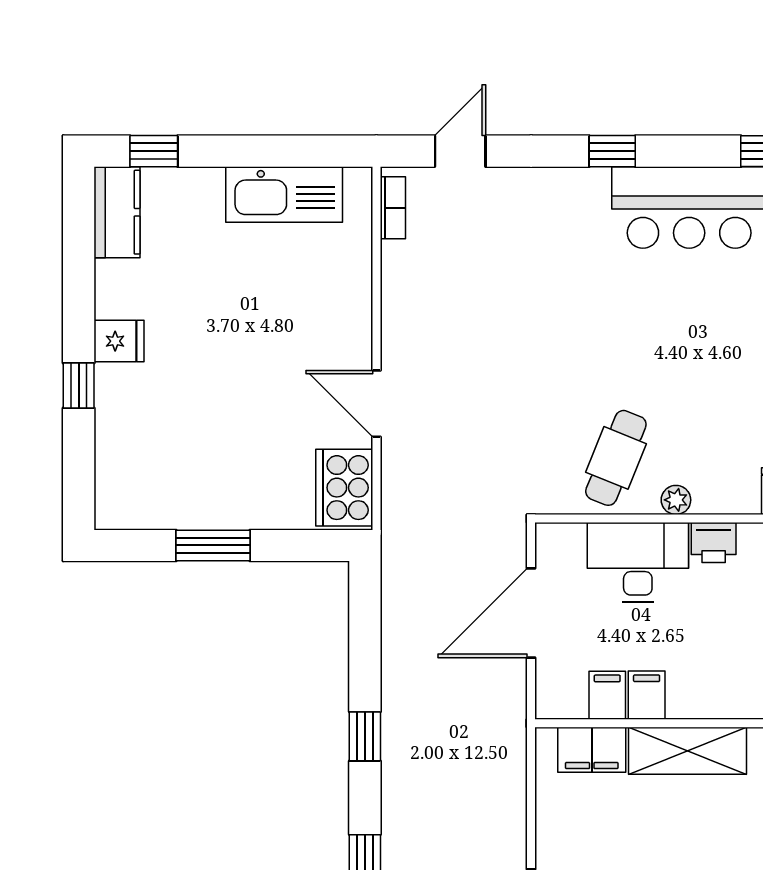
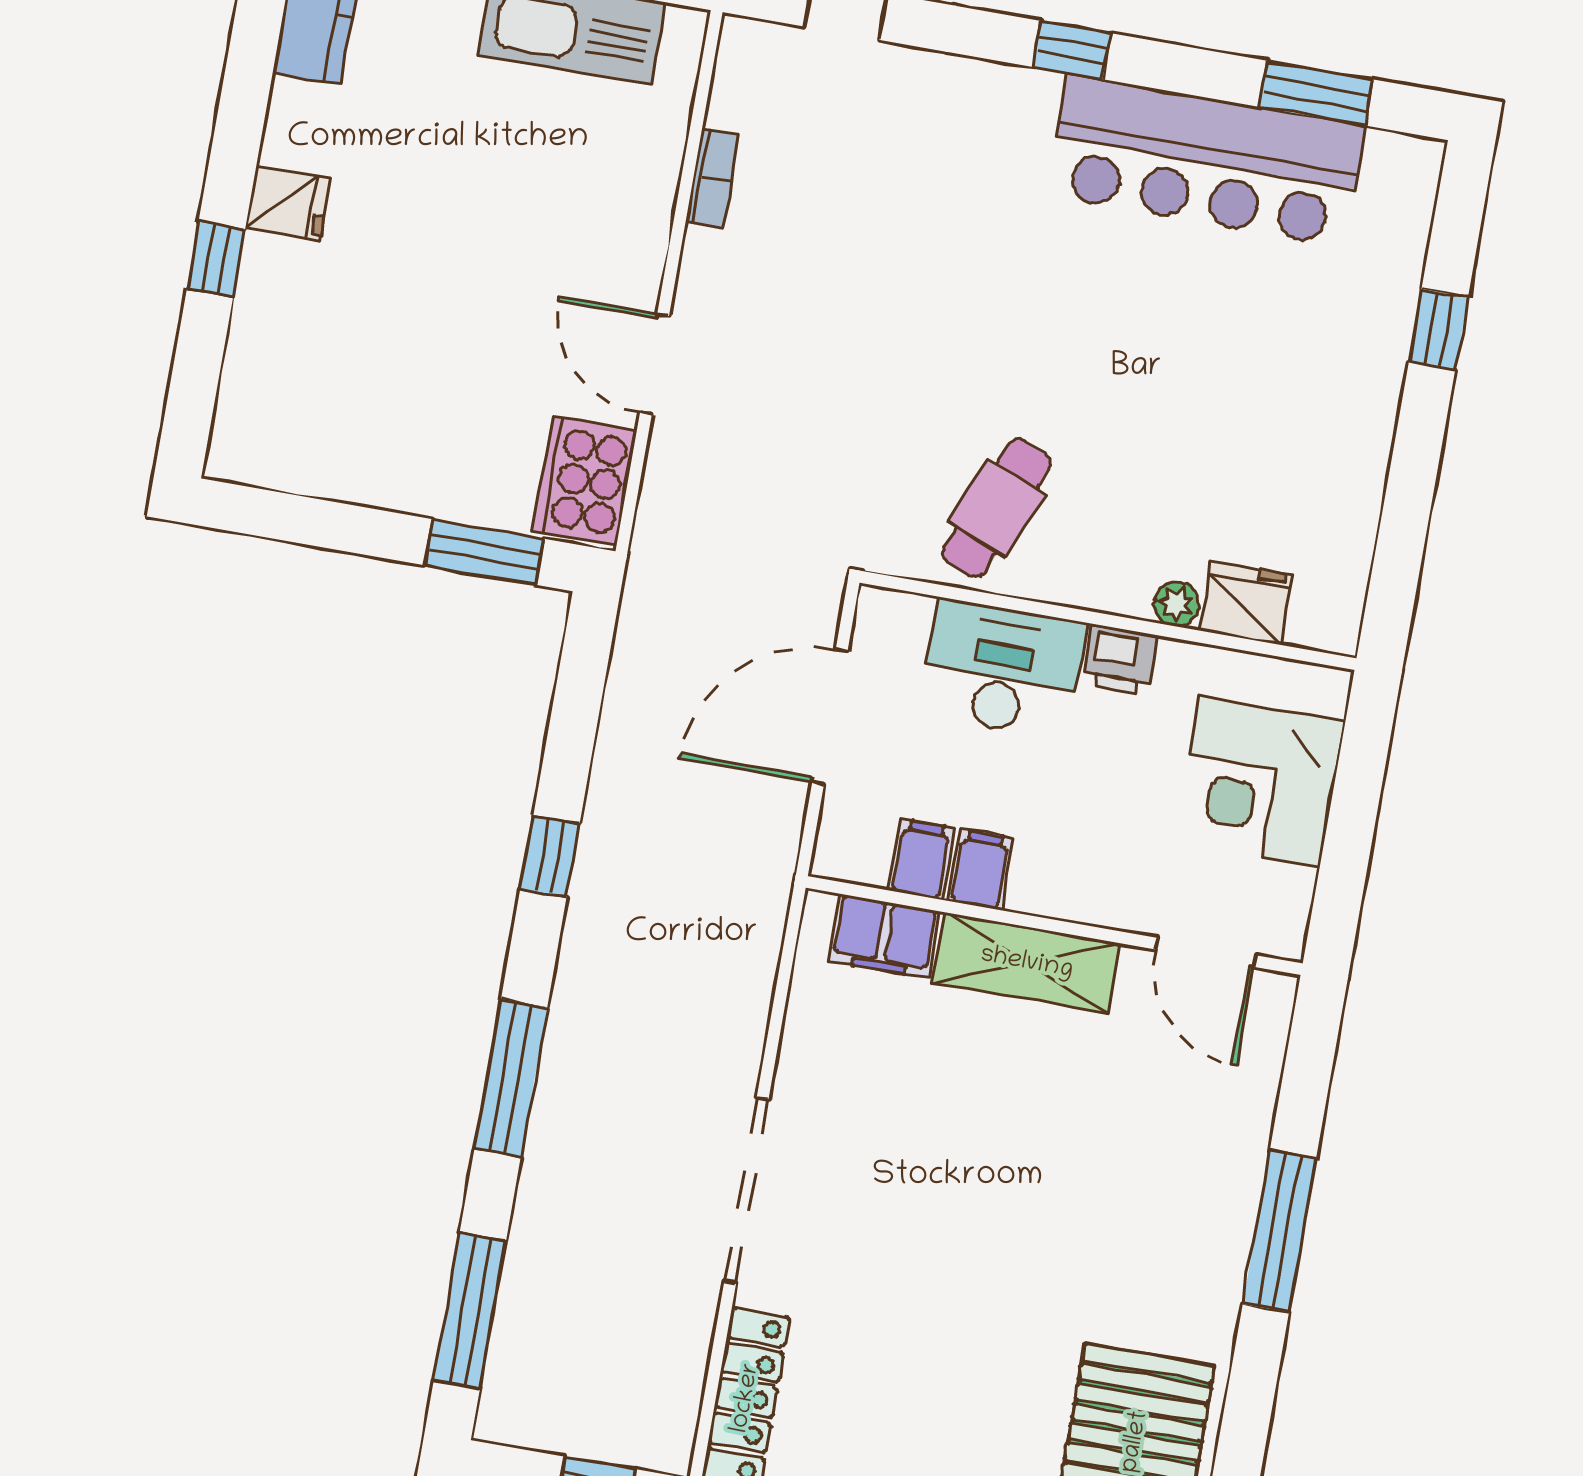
bookcase: (393, 208) -> (712, 178), moved
plant: (676, 500) -> (1177, 604), moved
window: (213, 545) -> (484, 552), moved

